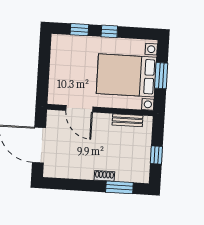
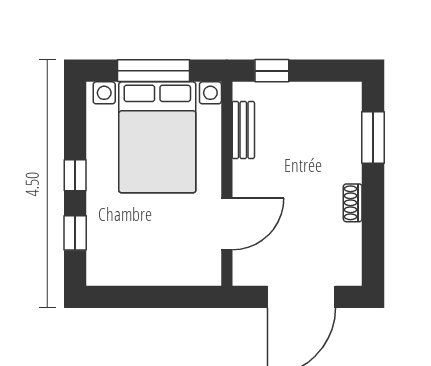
window: (161, 76) -> (154, 71), width x1.44
window: (156, 155) -> (272, 71), moved
shoe rack: (104, 176) -> (353, 203), moved

